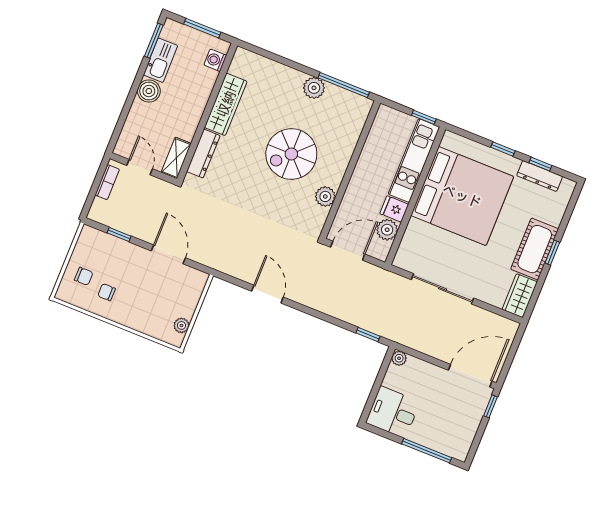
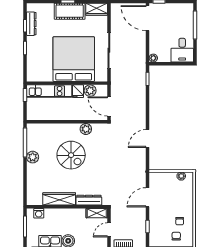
bed: (462, 196) -> (74, 59), moved

